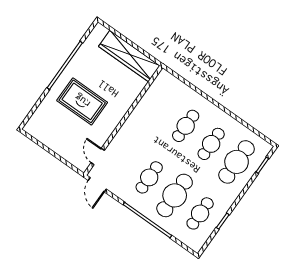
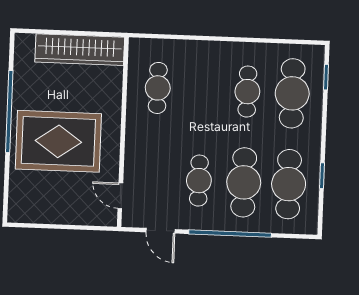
rug: (82, 101) -> (58, 141), width x1.37, depth x1.44
cafe table: (186, 126) -> (158, 88), moved
door: (97, 185) -> (160, 231), moved
cafe table: (200, 213) -> (289, 184), width x1.37, depth x1.35

